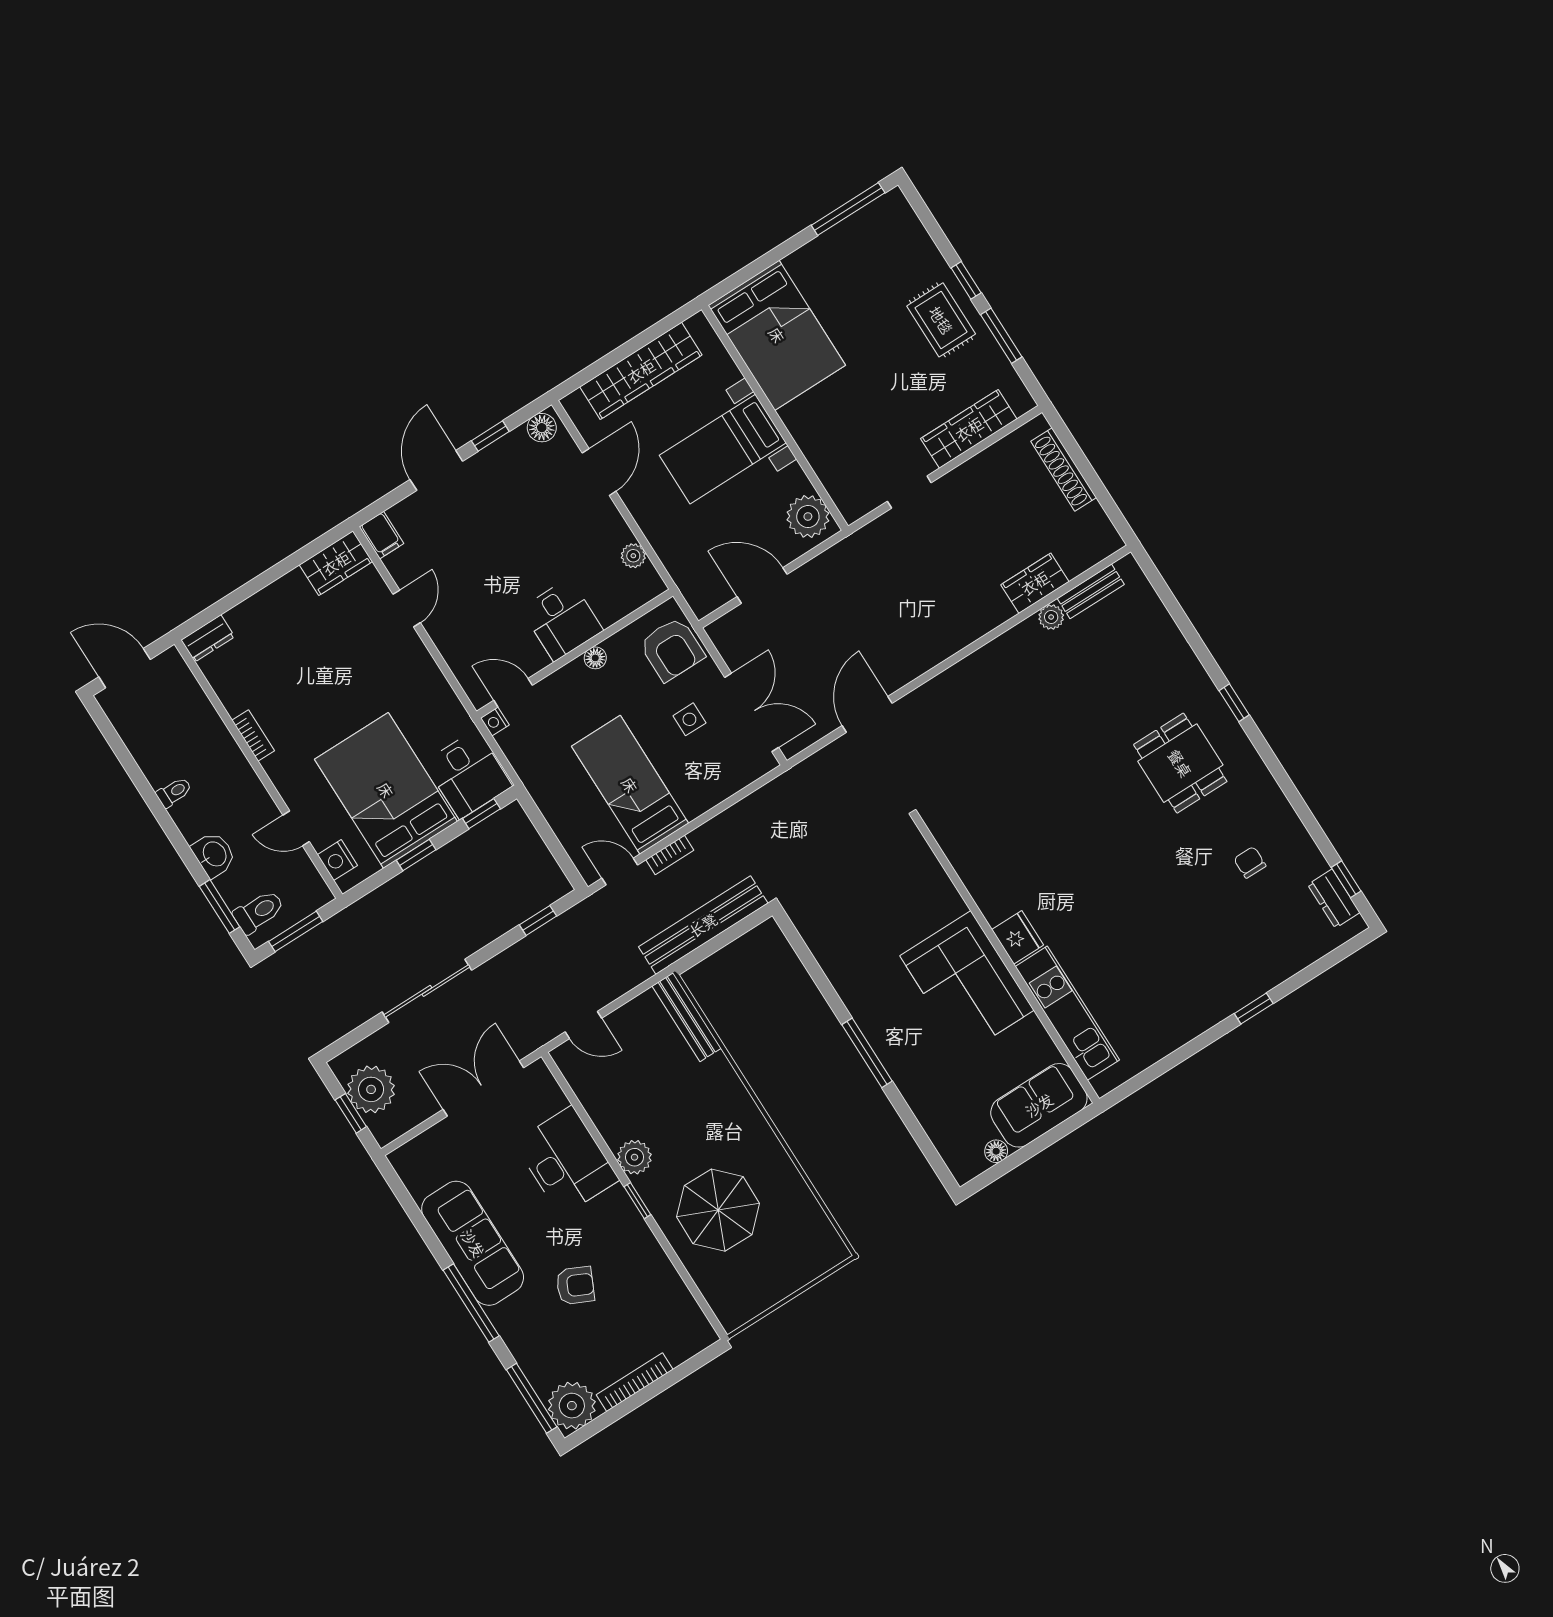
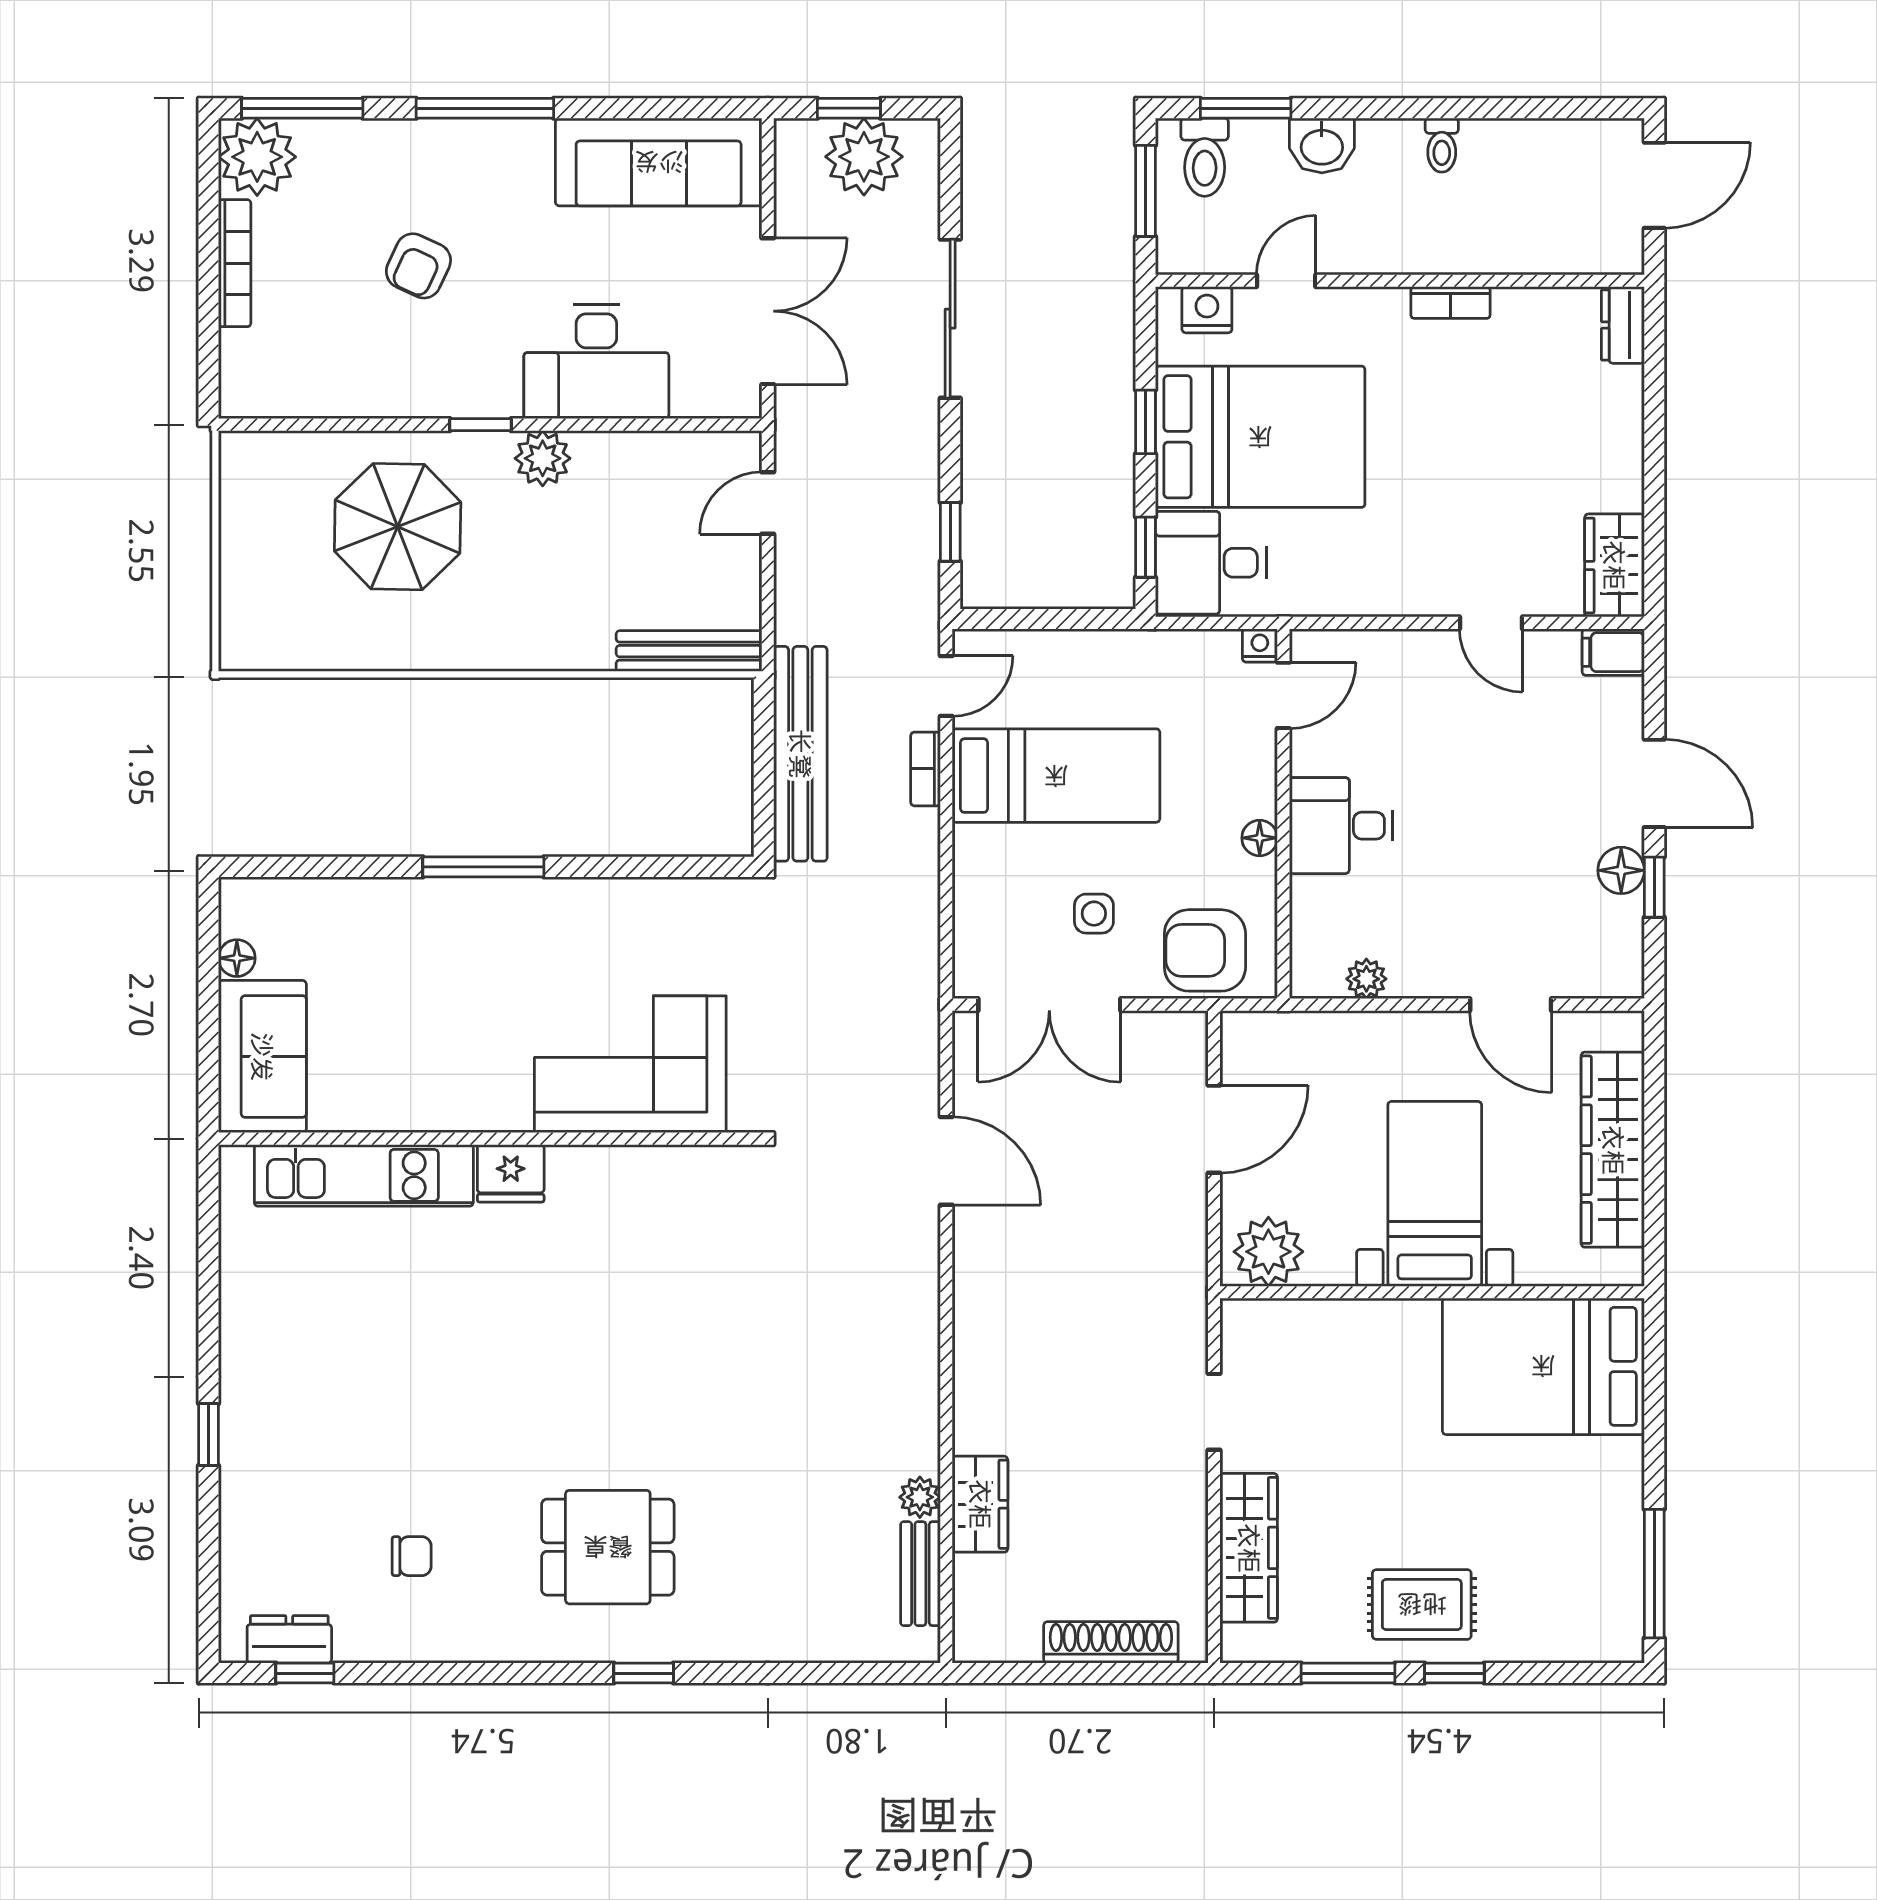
floor lamp: (542, 428) -> (1621, 870), moved
corner sofa: (967, 983) -> (630, 1064), moved
sofa: (473, 1243) -> (659, 162), moved

